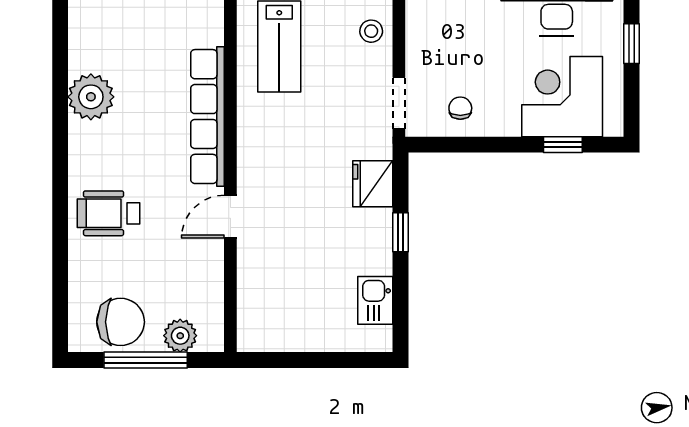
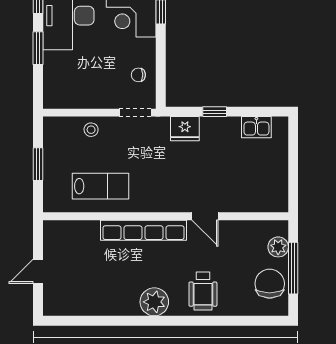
plant: (91, 97) -> (154, 302), moved

